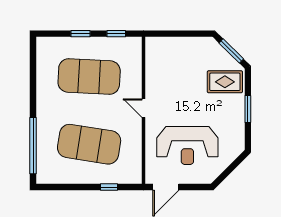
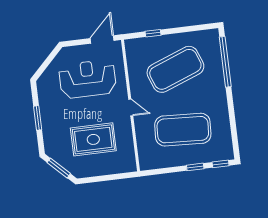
window: (116, 34) -> (221, 164), moved
rug: (225, 82) -> (93, 139), moved, width x1.36, depth x1.43
exercise mat: (89, 144) -> (175, 69), turned -30

